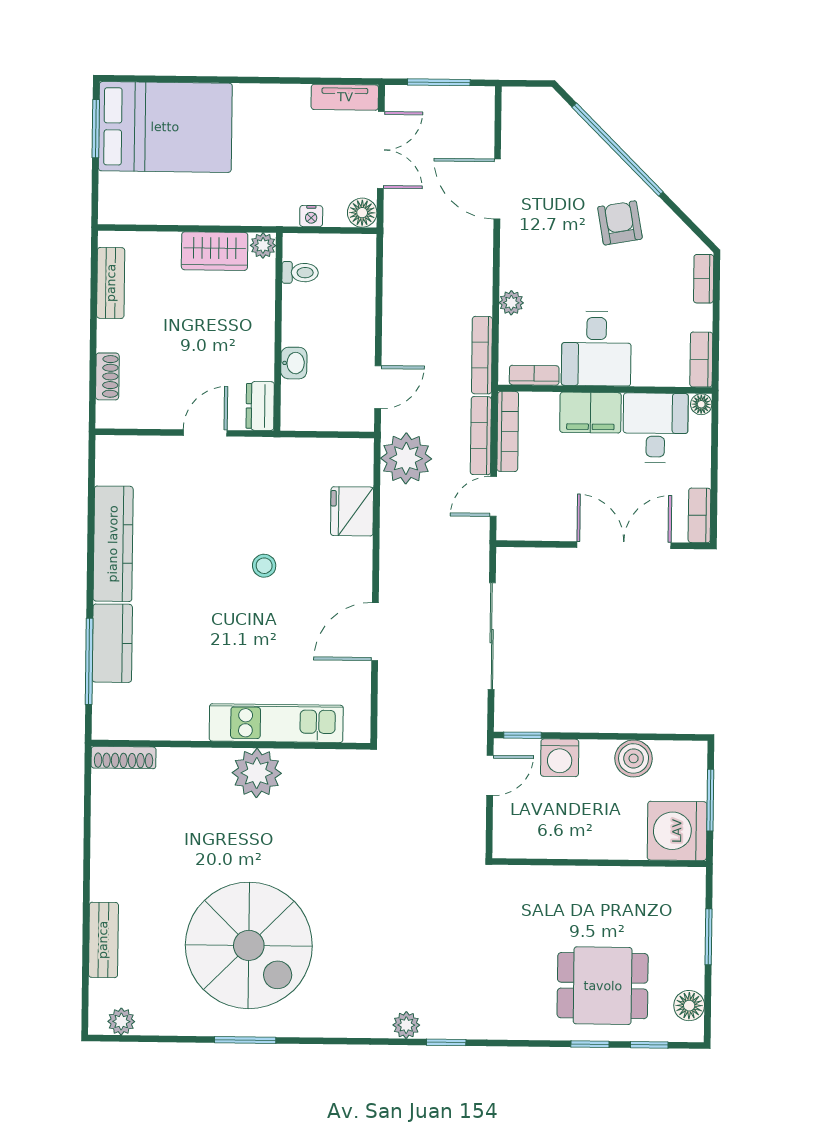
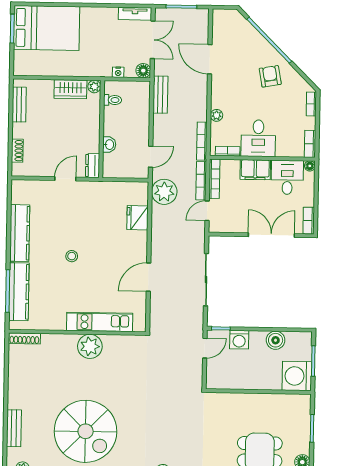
bench: (397, 261) -> (160, 95), added
stool: (264, 566) -> (72, 256), moved
kitchen counter: (112, 643) -> (19, 292), width x1.50

